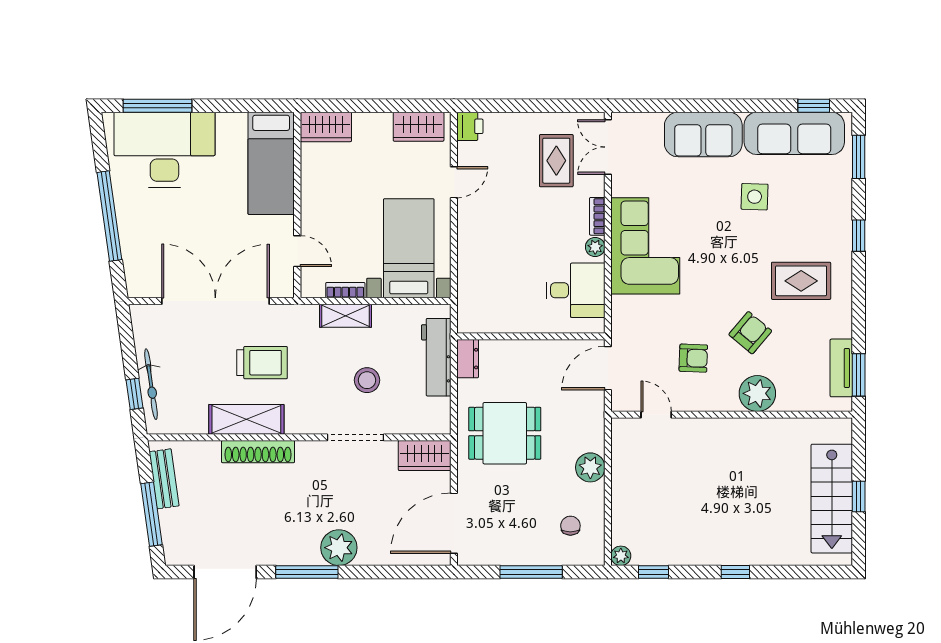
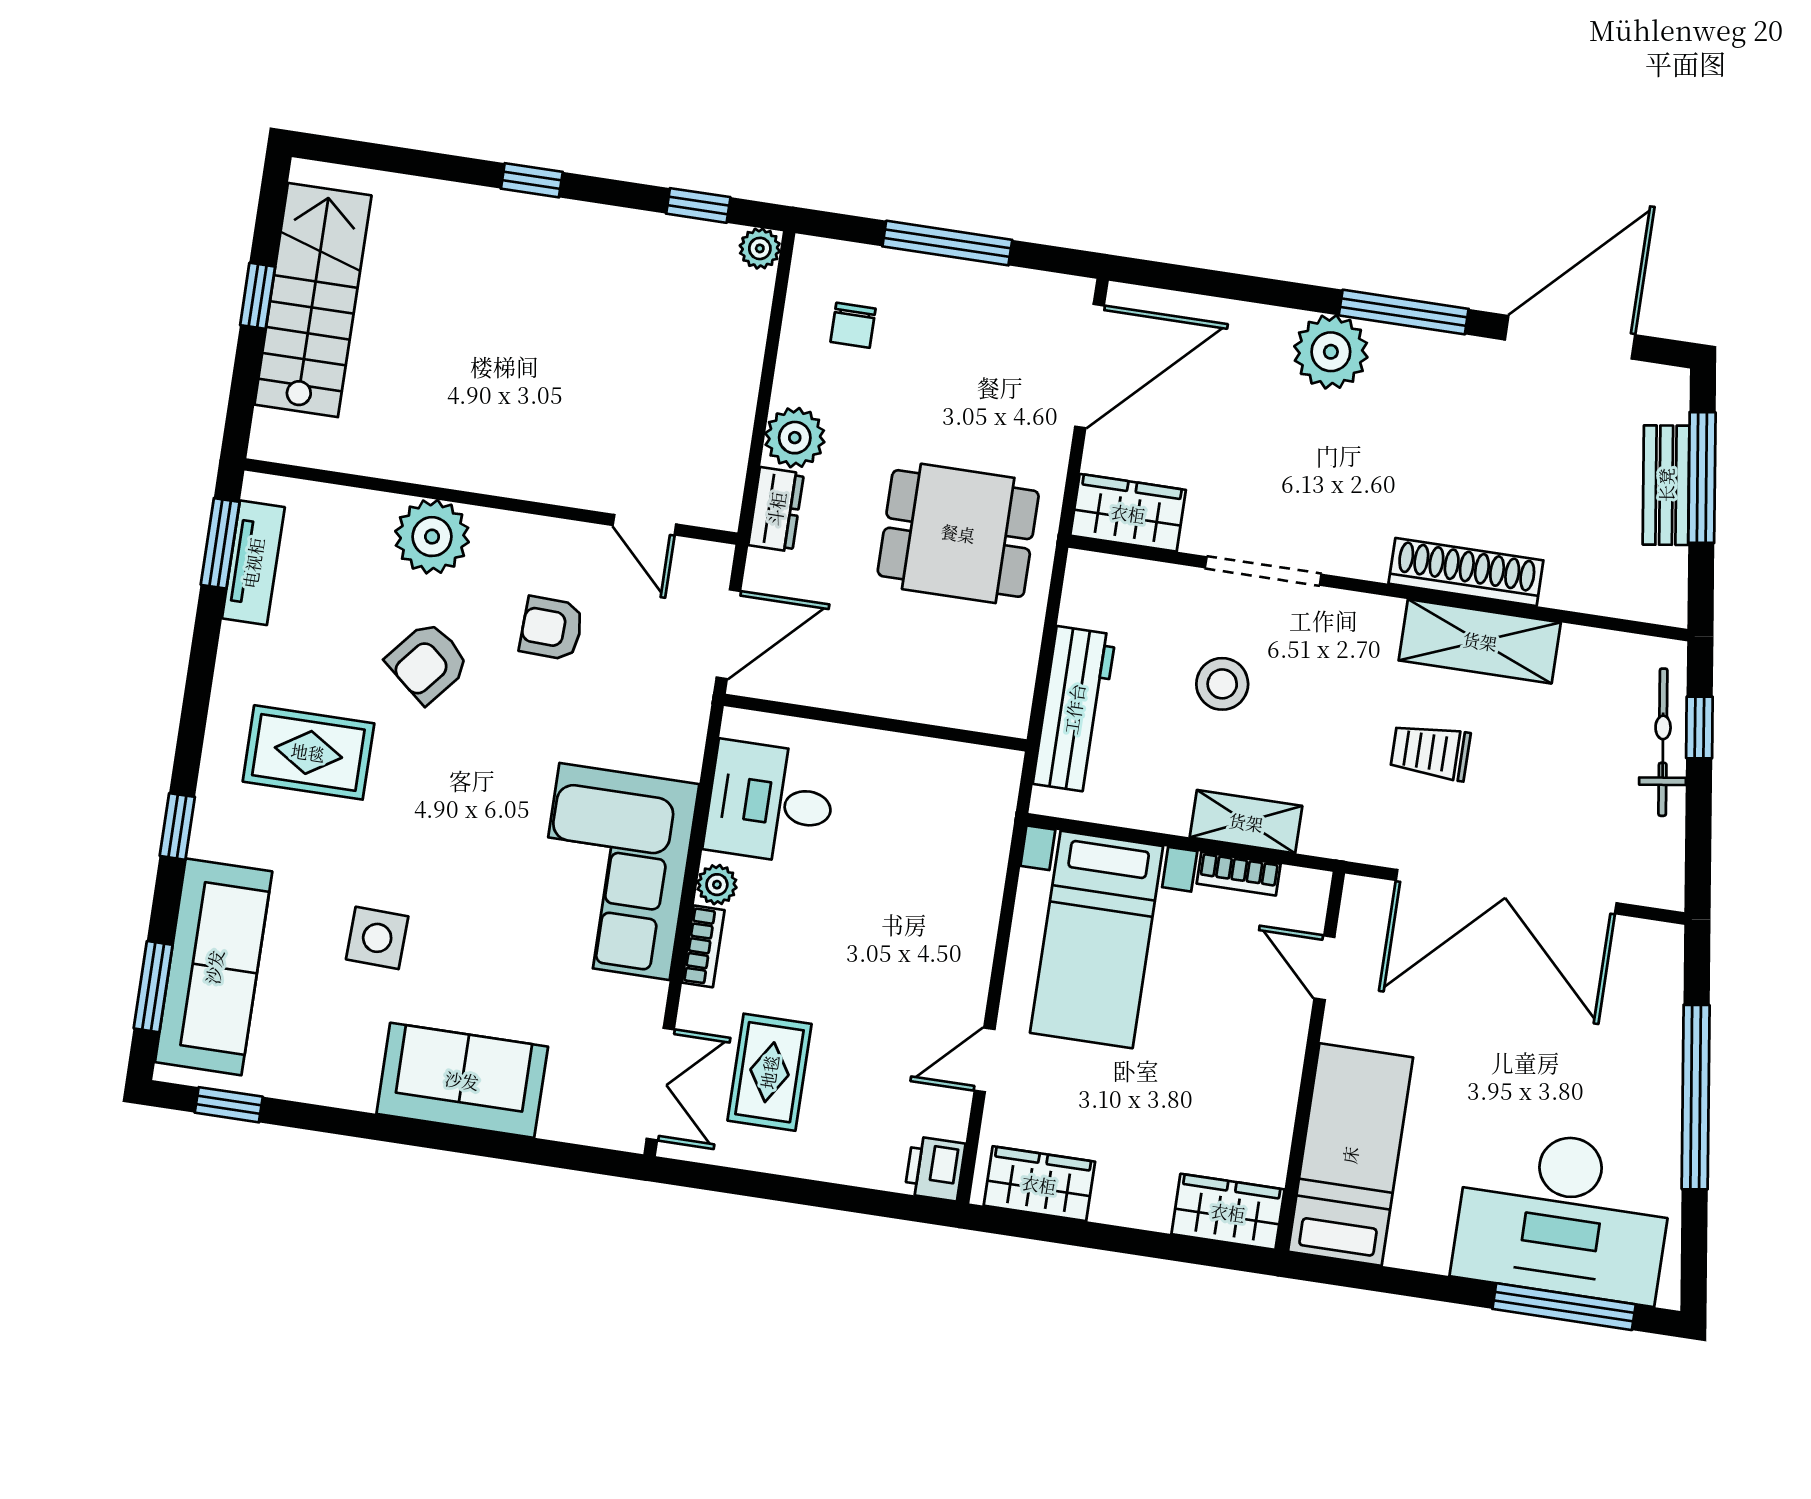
sofa: (794, 133) -> (214, 967), moved, turned 90
dresser: (468, 359) -> (776, 509), moved, turned 180
trolley: (262, 363) -> (1430, 752), width x0.73, depth x0.72
bench: (164, 479) -> (1666, 485), moved

